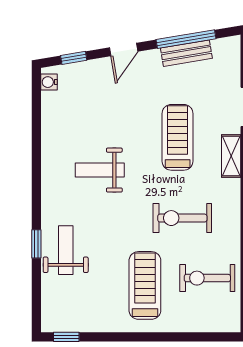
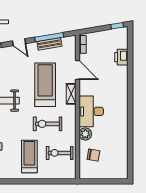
door: (124, 50) -> (19, 42), hinge flipped
treadmill: (178, 137) -> (45, 85), width x1.37, depth x1.38

